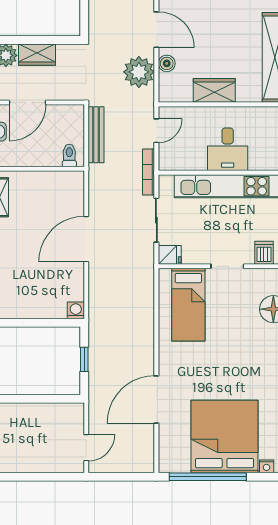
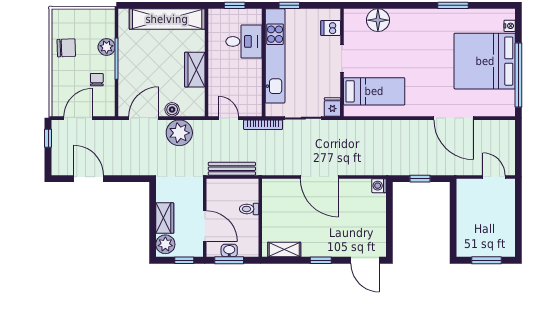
desk: (228, 149) -> (244, 41), moved
toilet: (69, 155) -> (249, 209), moved

